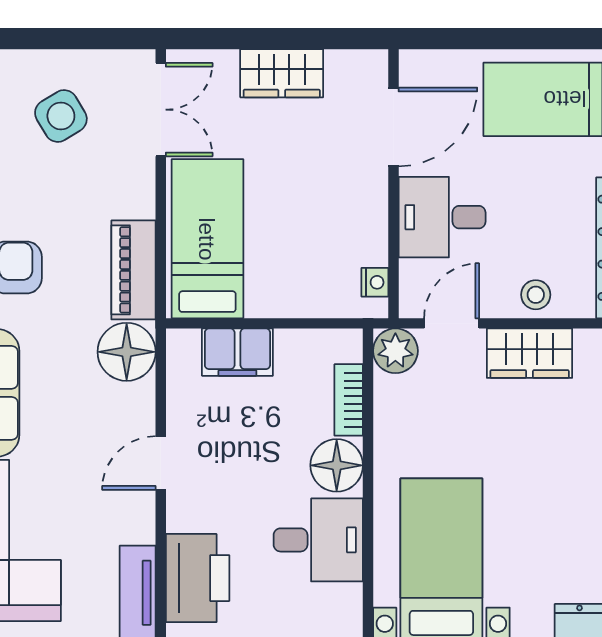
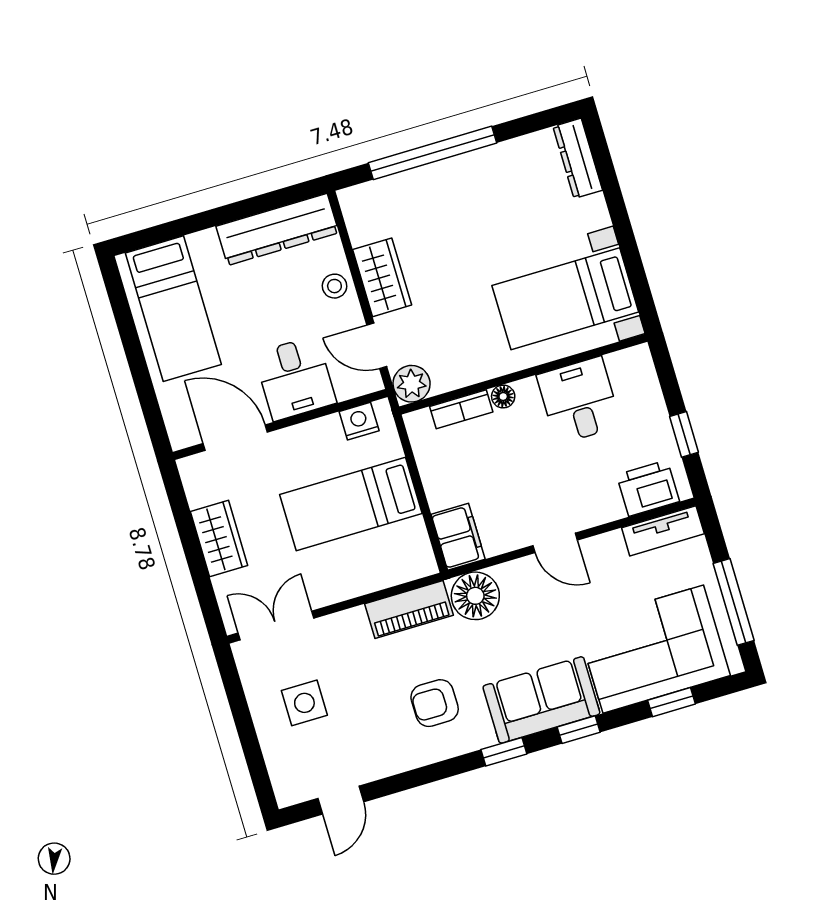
side table: (61, 116) -> (304, 703), turned 31
bed: (207, 239) -> (351, 504), moved
nightstand: (375, 282) -> (359, 421), width x1.39, depth x1.35
filing cabinet: (237, 352) -> (458, 537), moved
floor lamp: (337, 465) -> (503, 396), width x0.53, depth x0.53
printer: (198, 578) -> (648, 488), width x0.73, depth x0.84

